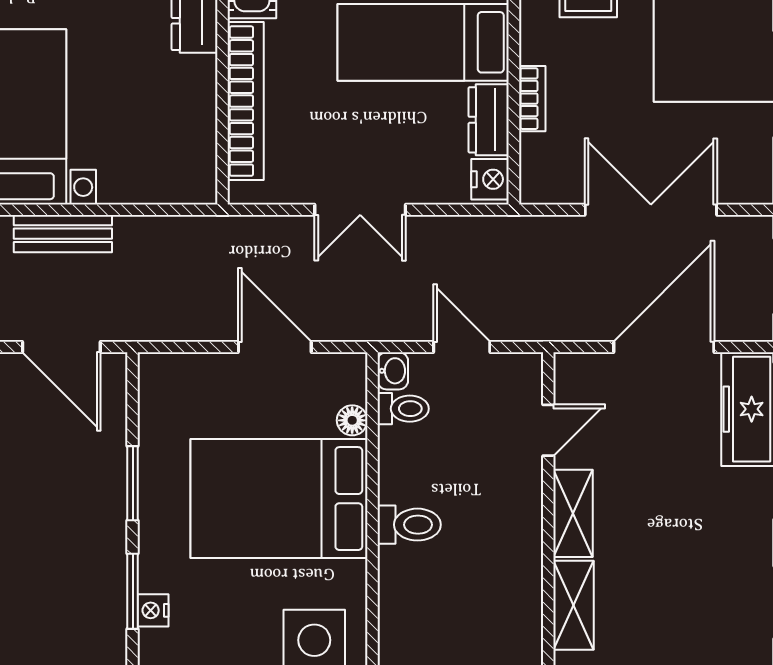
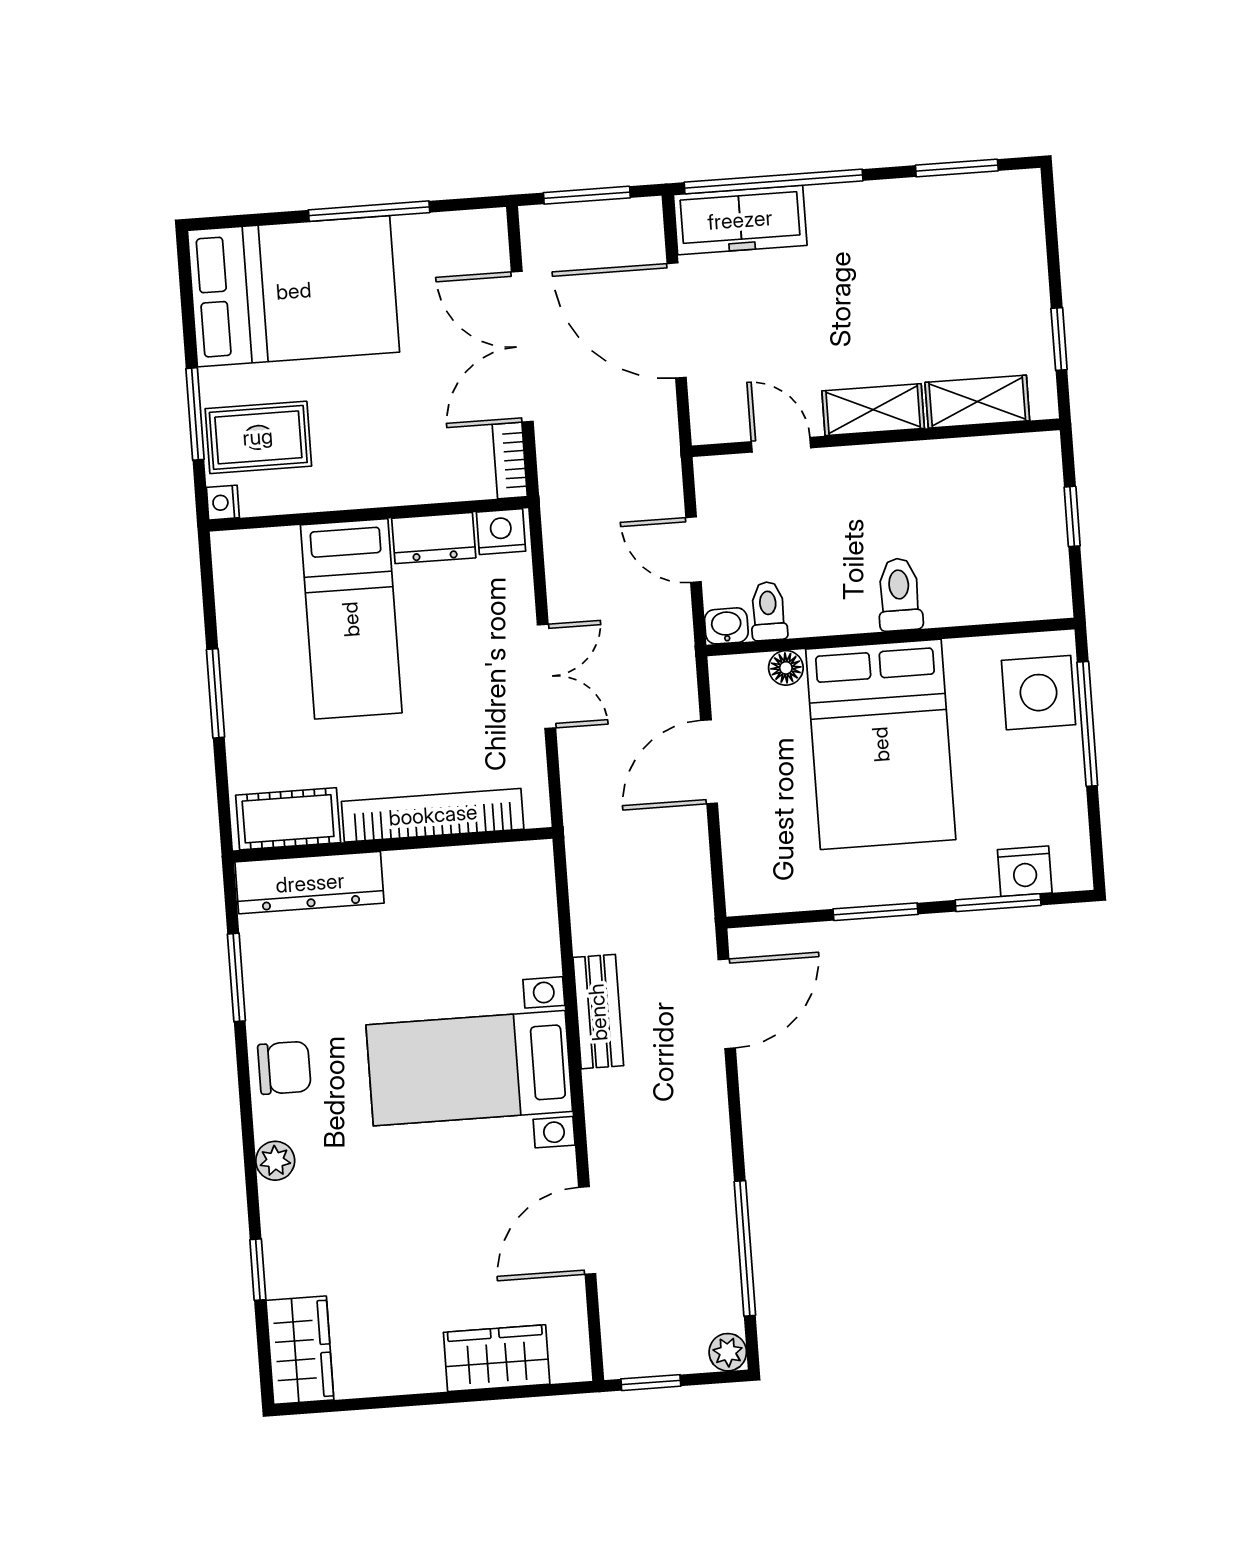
bookcase: (532, 99) -> (510, 461), moved, turned -90
door: (462, 347) -> (694, 550), hinge flipped
nightstand: (153, 610) -> (1025, 871), width x1.39, depth x1.35

